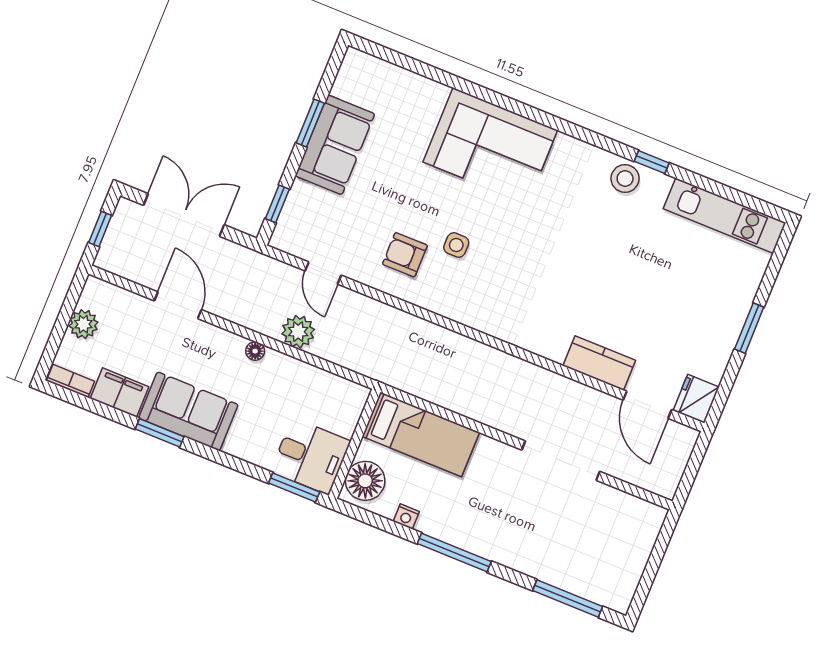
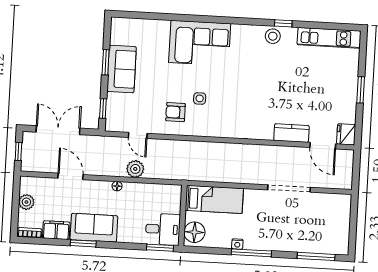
nightstand: (406, 517) -> (237, 244), moved

